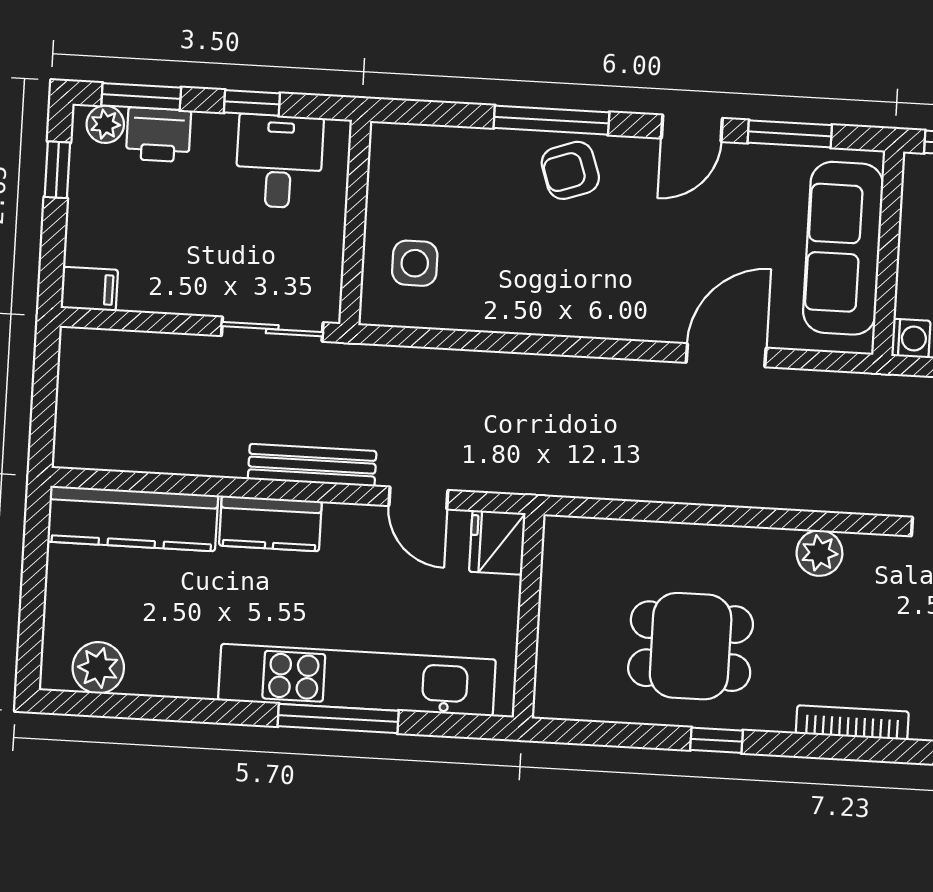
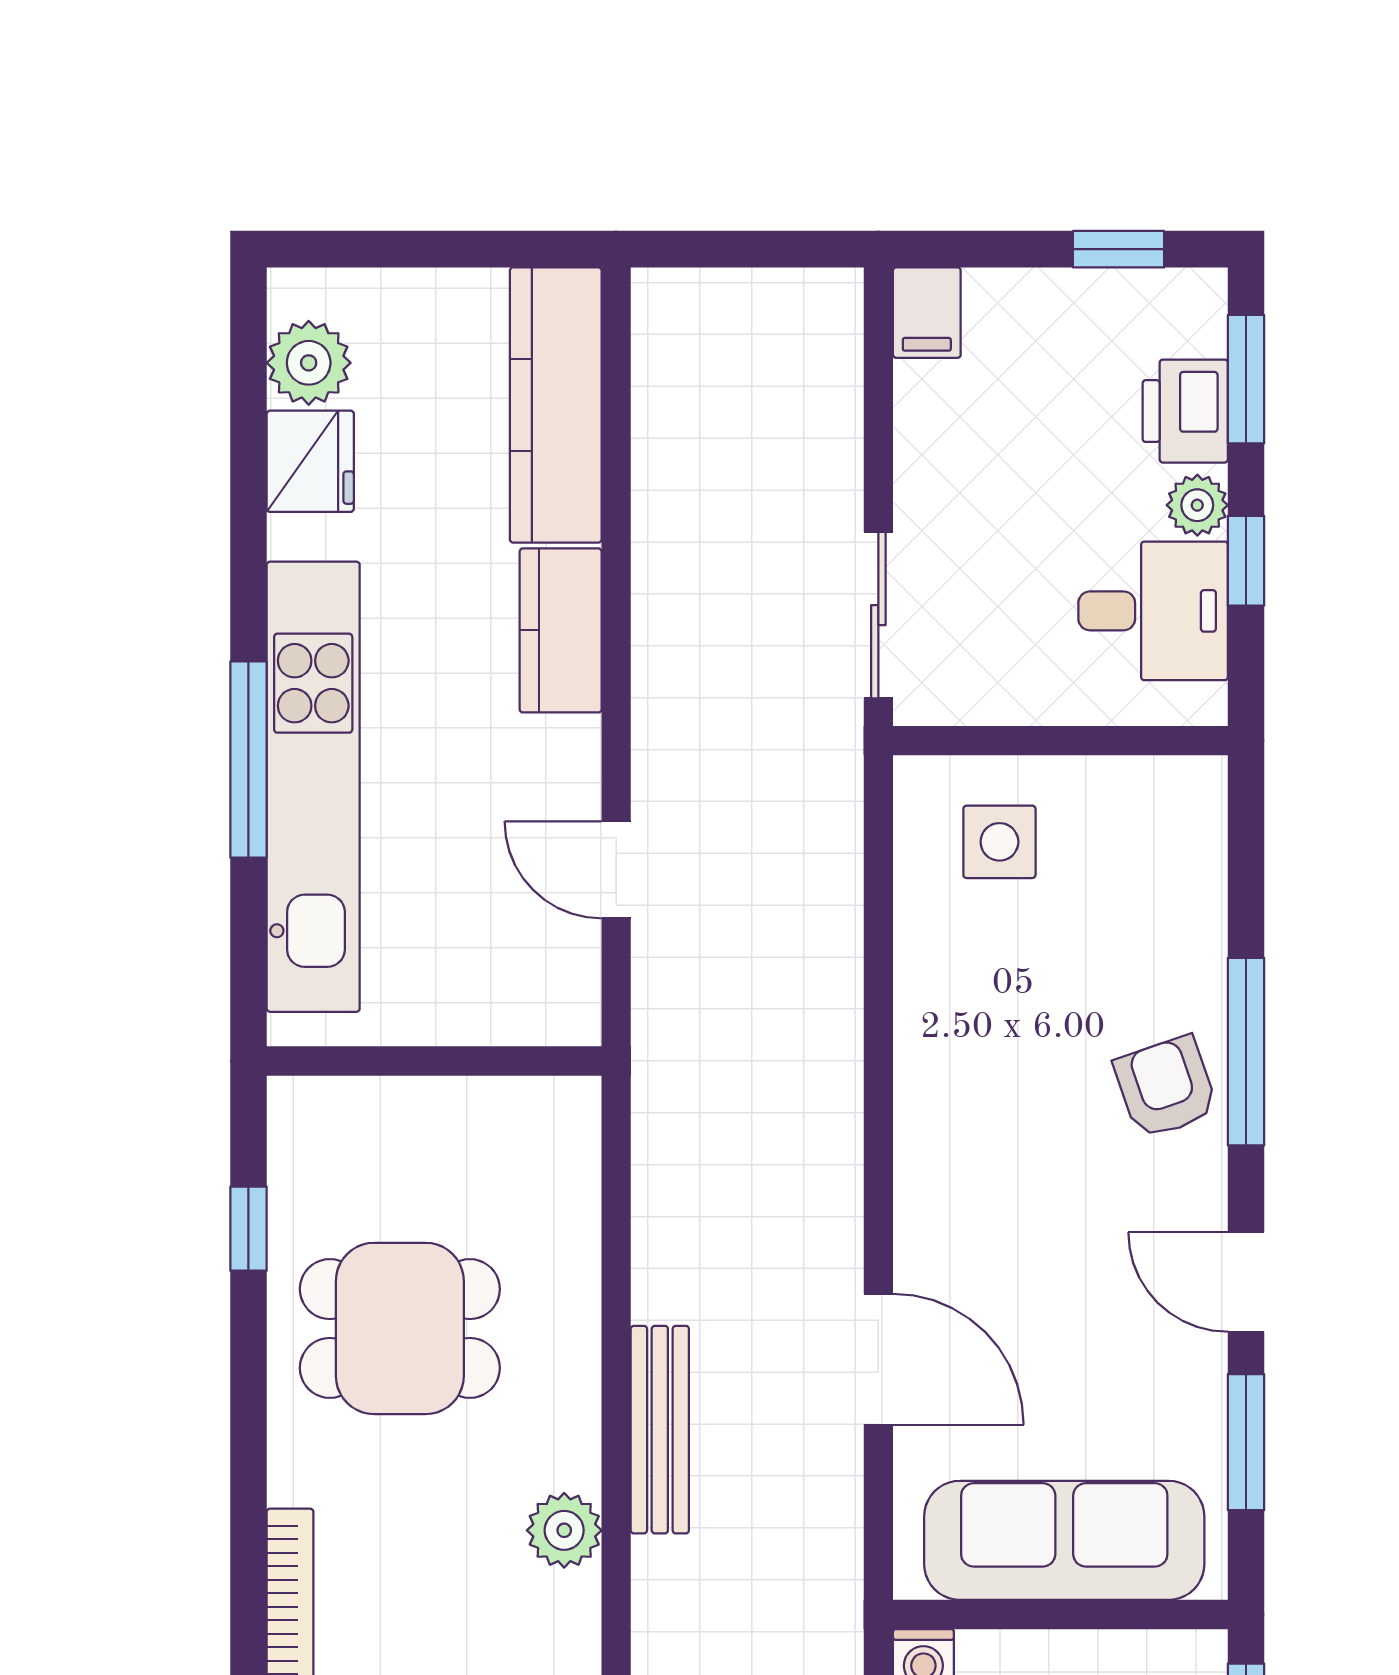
plant: (105, 124) -> (1197, 505), moved
bench: (312, 465) -> (660, 1430), moved
door: (418, 498) -> (616, 870), hinge flipped
fridge: (497, 542) -> (310, 461), moved, turned 90
dining table: (691, 646) -> (400, 1328), turned 90
window: (717, 740) -> (248, 1229), moved

